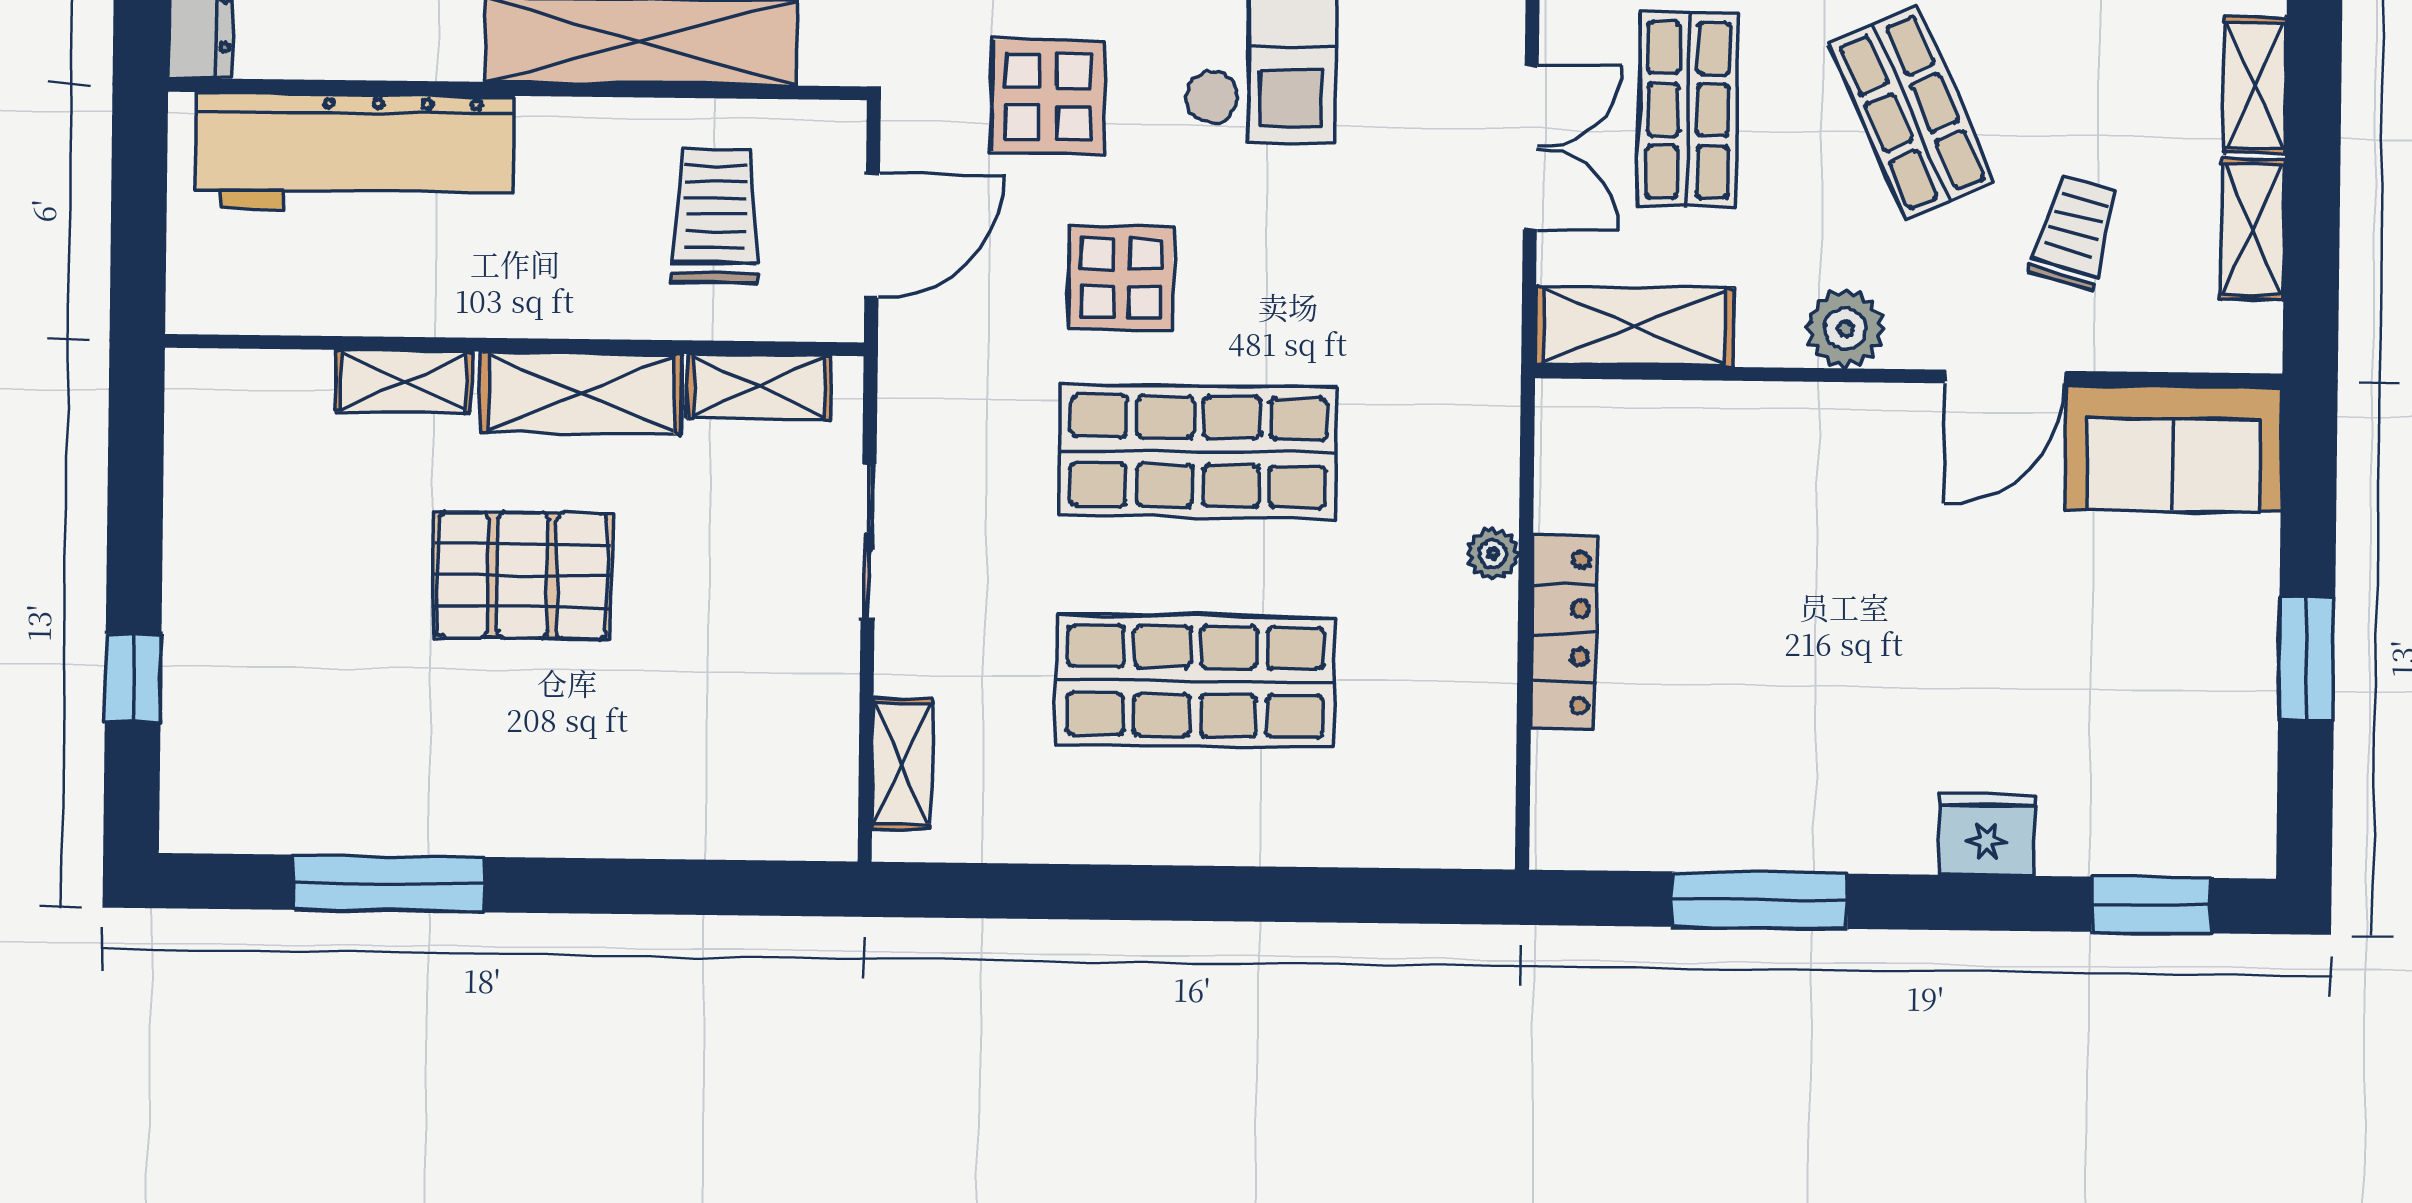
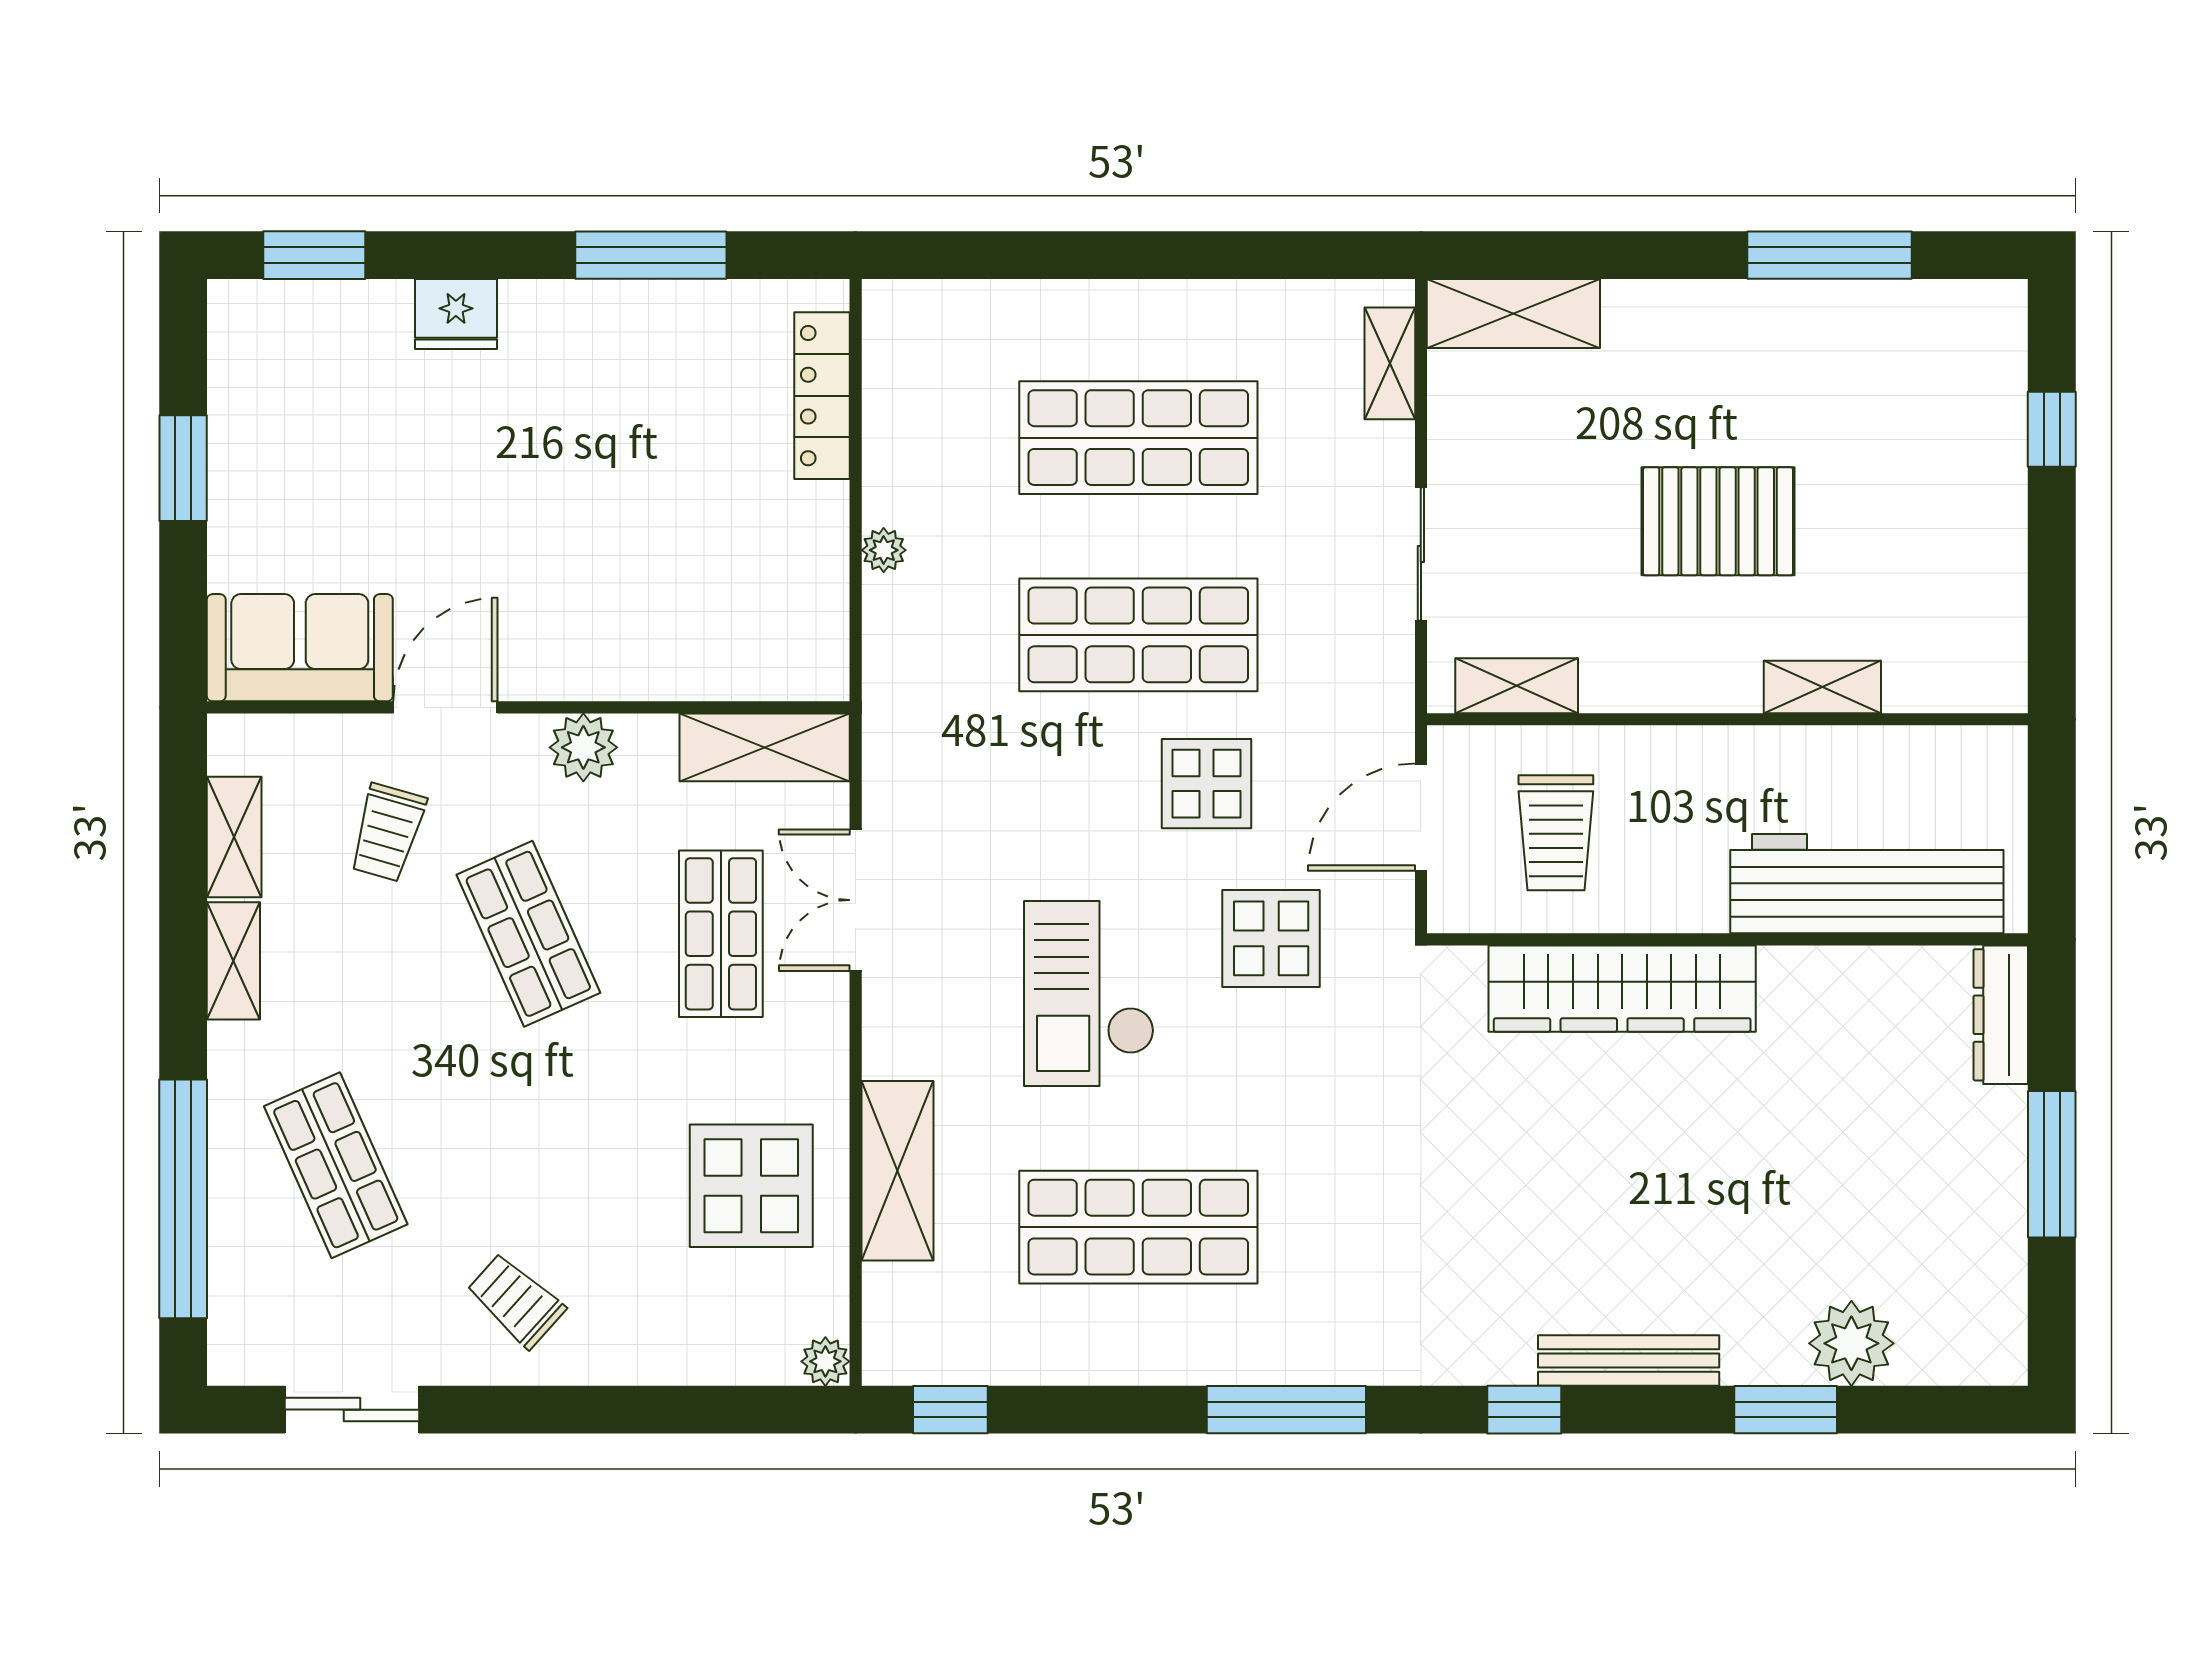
shelving: (582, 393) -> (1513, 313), moved
locker: (1564, 633) -> (822, 396), moved

